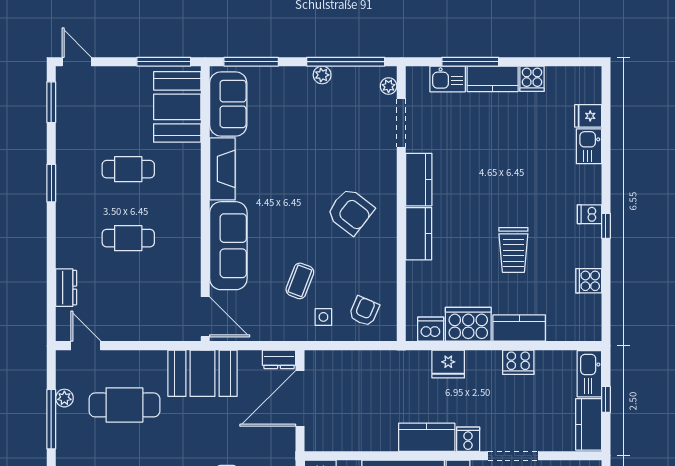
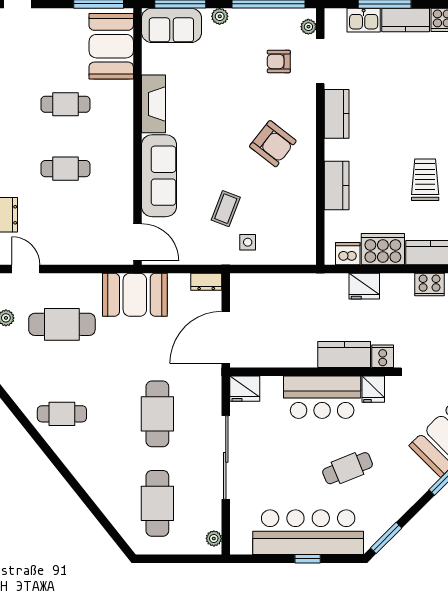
plant: (322, 75) -> (220, 16), moved
sofa: (228, 104) -> (171, 25), moved, turned 90
kitchen counter: (419, 234) -> (337, 186), moved
trolley: (513, 250) -> (425, 180), turned 180
armchair: (364, 311) -> (279, 61), moved, turned -113
door: (300, 398) -> (226, 337), moved

